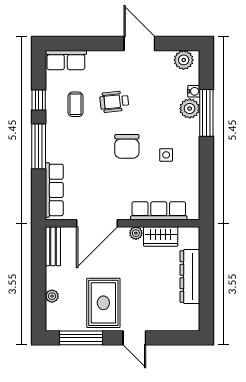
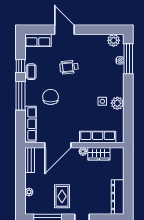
door: (139, 43) -> (64, 30), moved
coffee table: (76, 104) -> (31, 72), moved
plant: (190, 109) -> (117, 103), moved
window: (206, 113) -> (128, 59), moved
chair: (127, 146) -> (51, 97), moved, turned 180
dresser: (190, 276) -> (118, 197), moved
rug: (103, 303) -> (62, 196), width x0.73, depth x0.70

